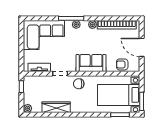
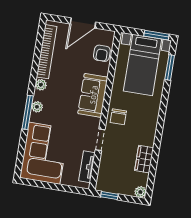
wardrobe: (56, 107) -> (144, 159), width x0.67

